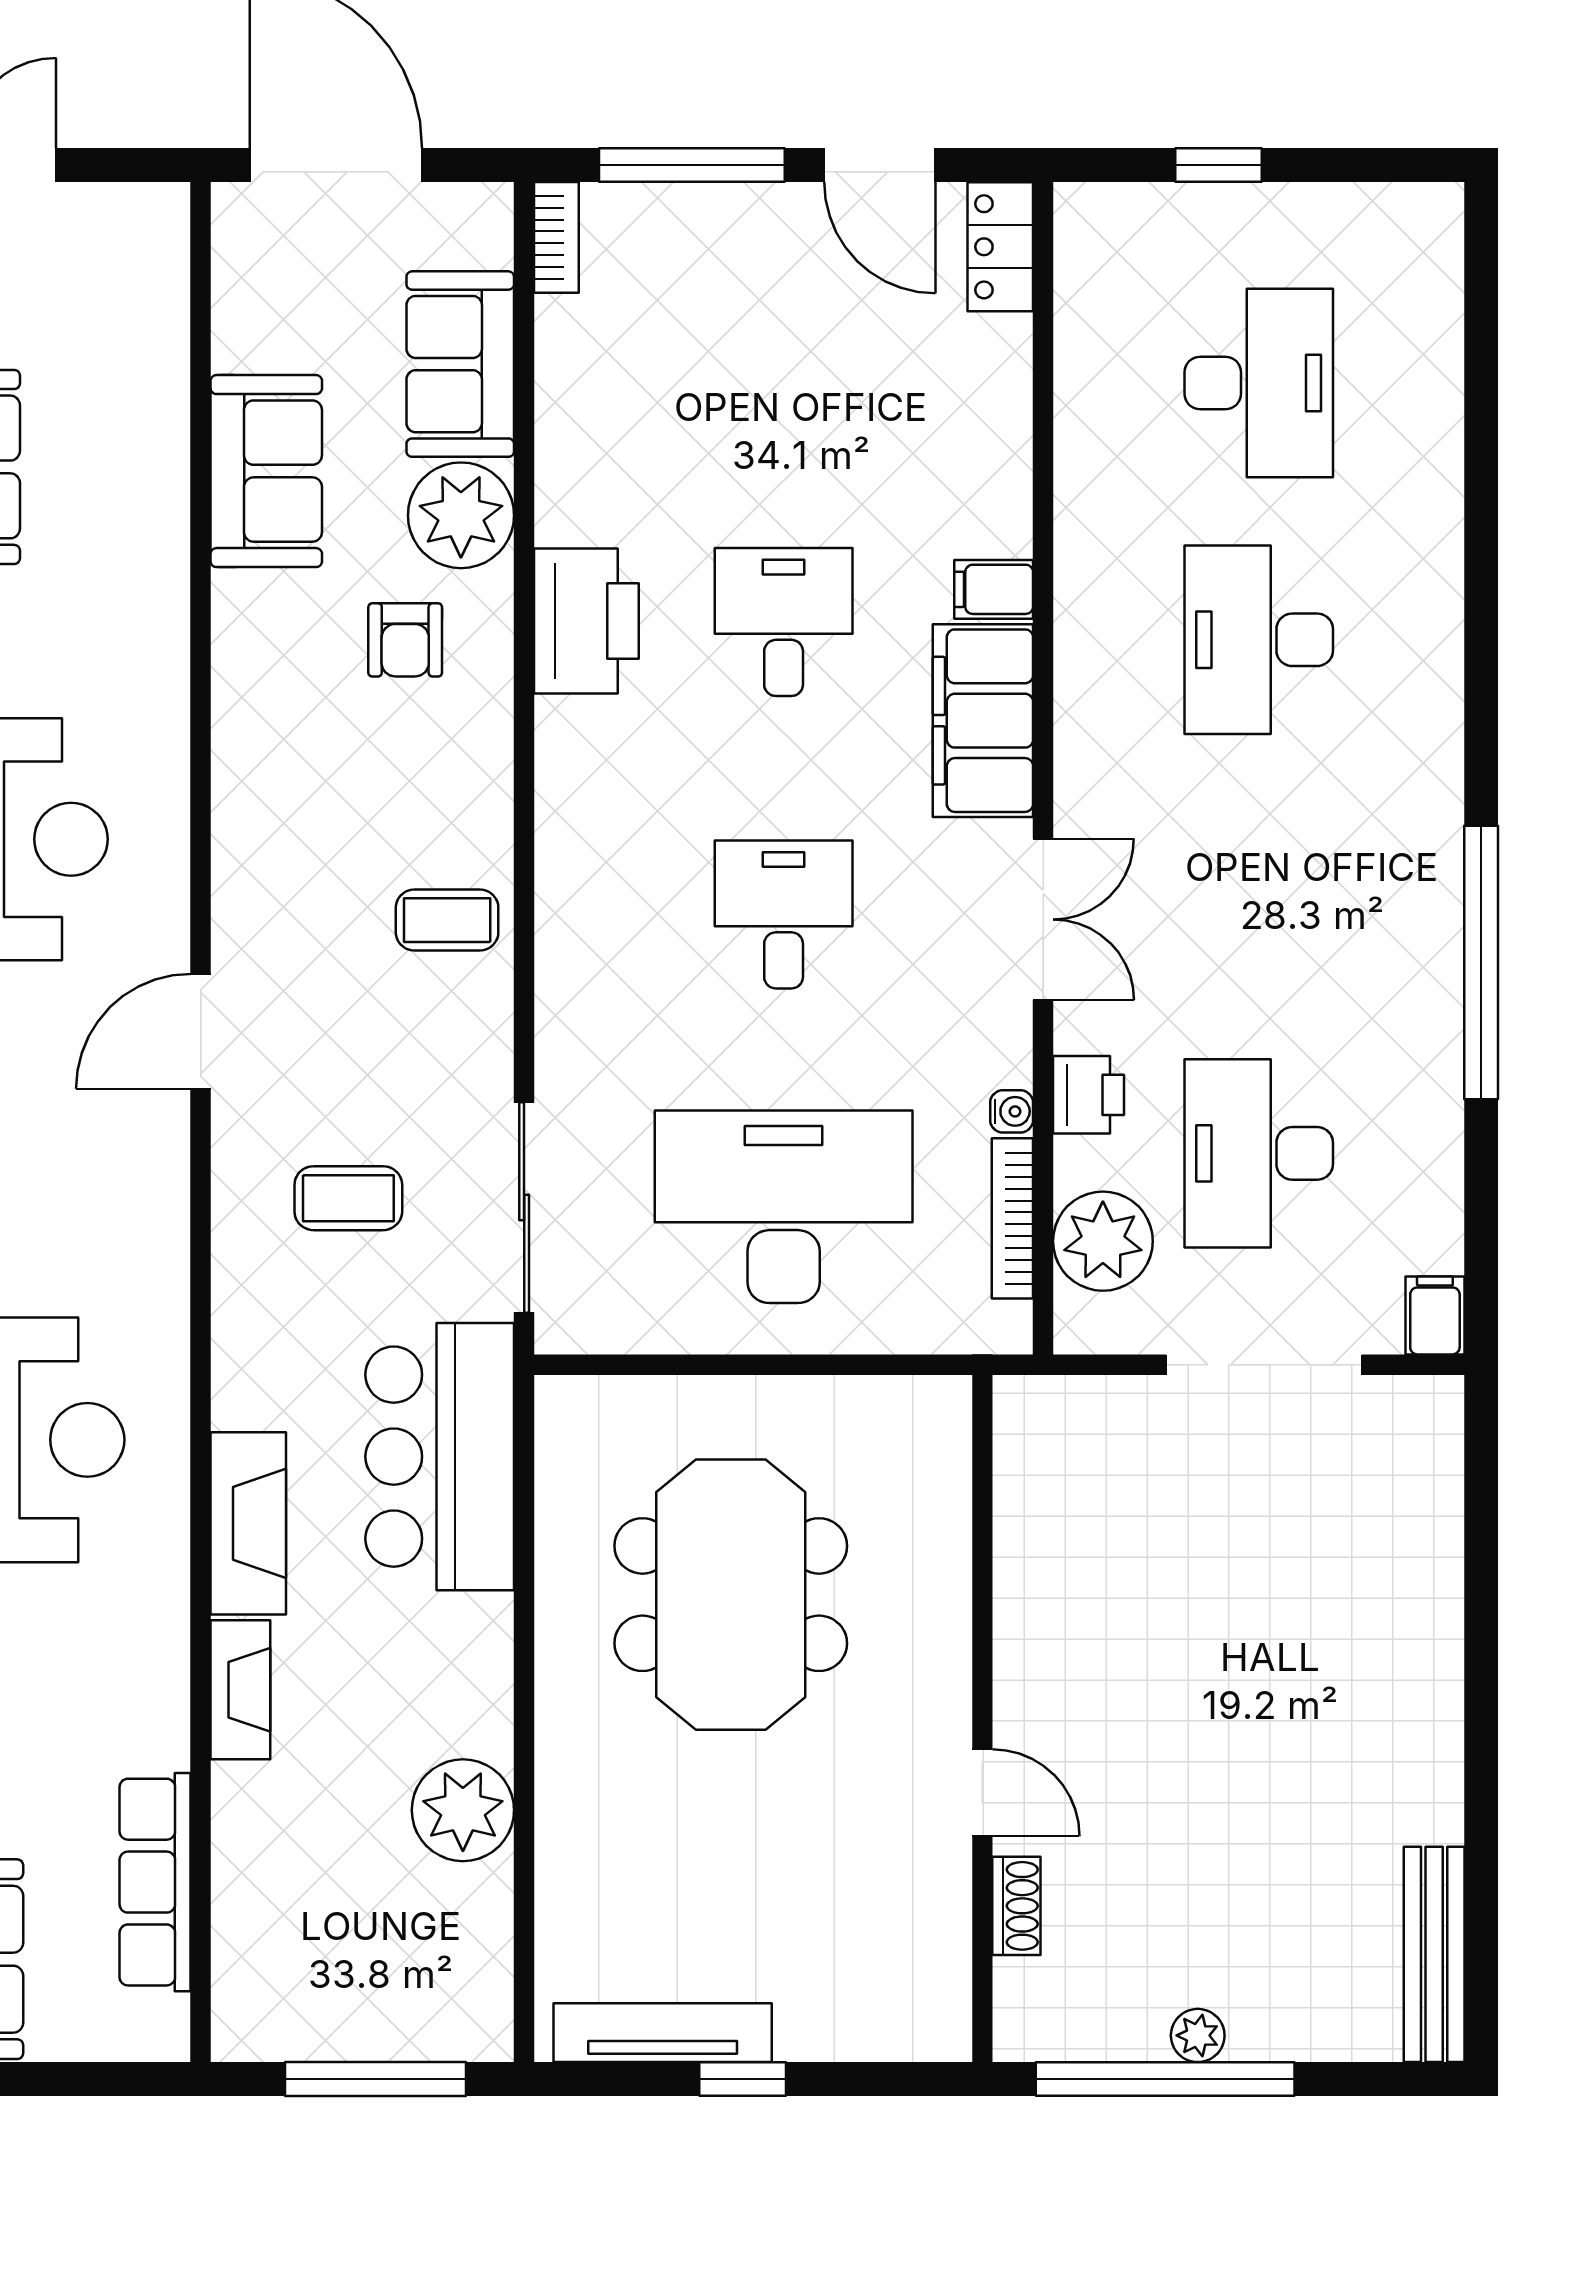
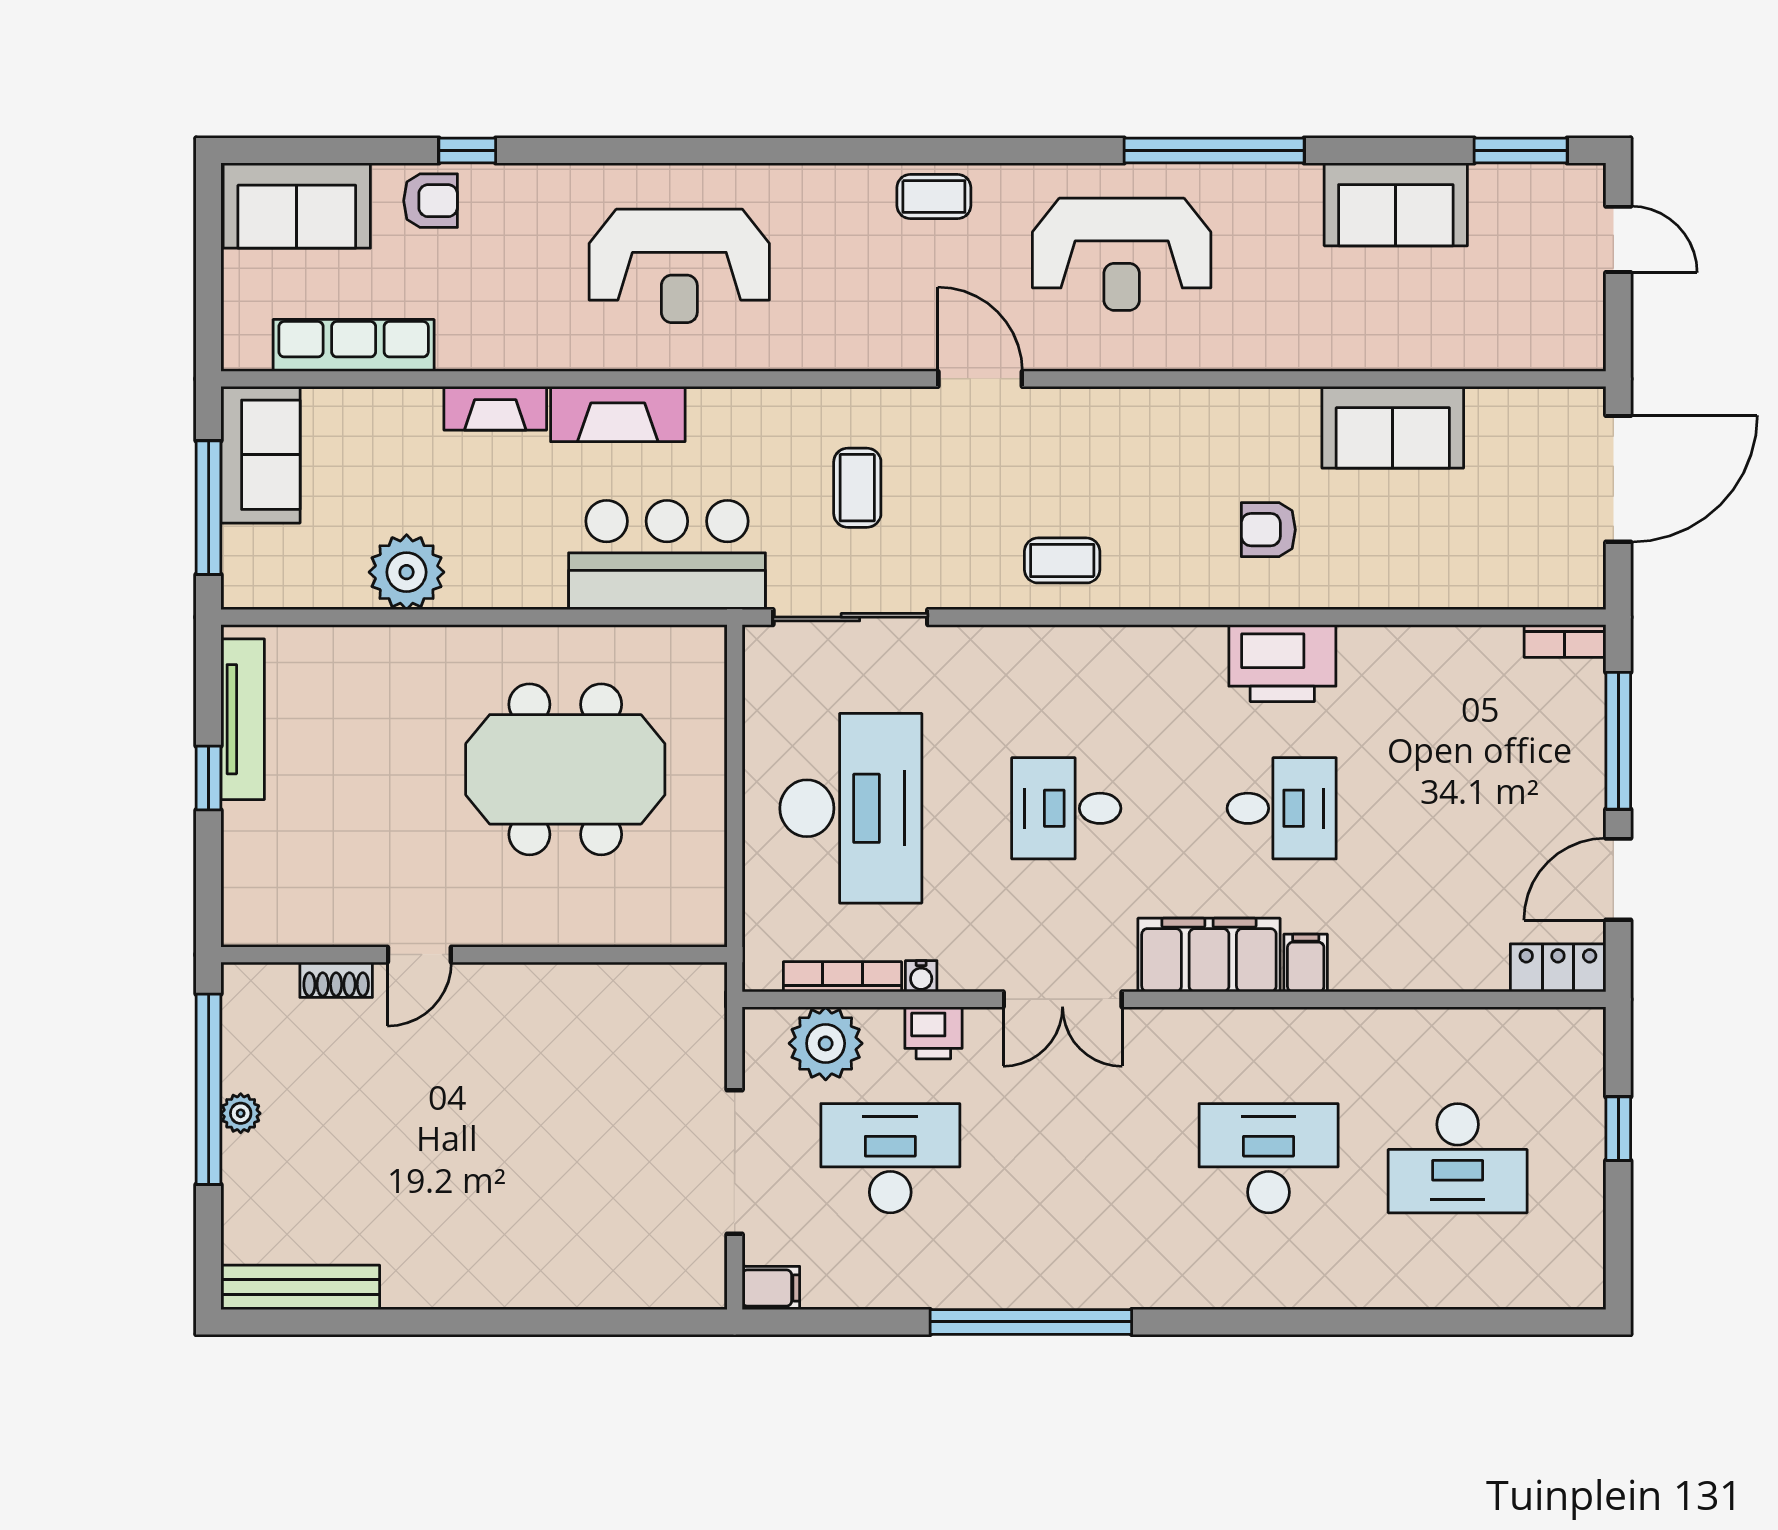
sofa: (460, 364) -> (260, 455), moved, turned 90
plant: (461, 515) -> (1360, 571), removed
desk: (784, 914) -> (1066, 808), turned 180
coffee table: (447, 920) -> (1062, 560), turned 90

